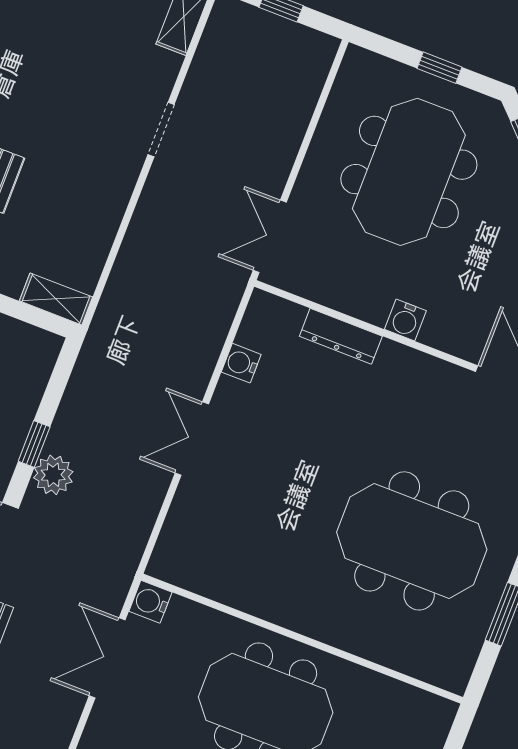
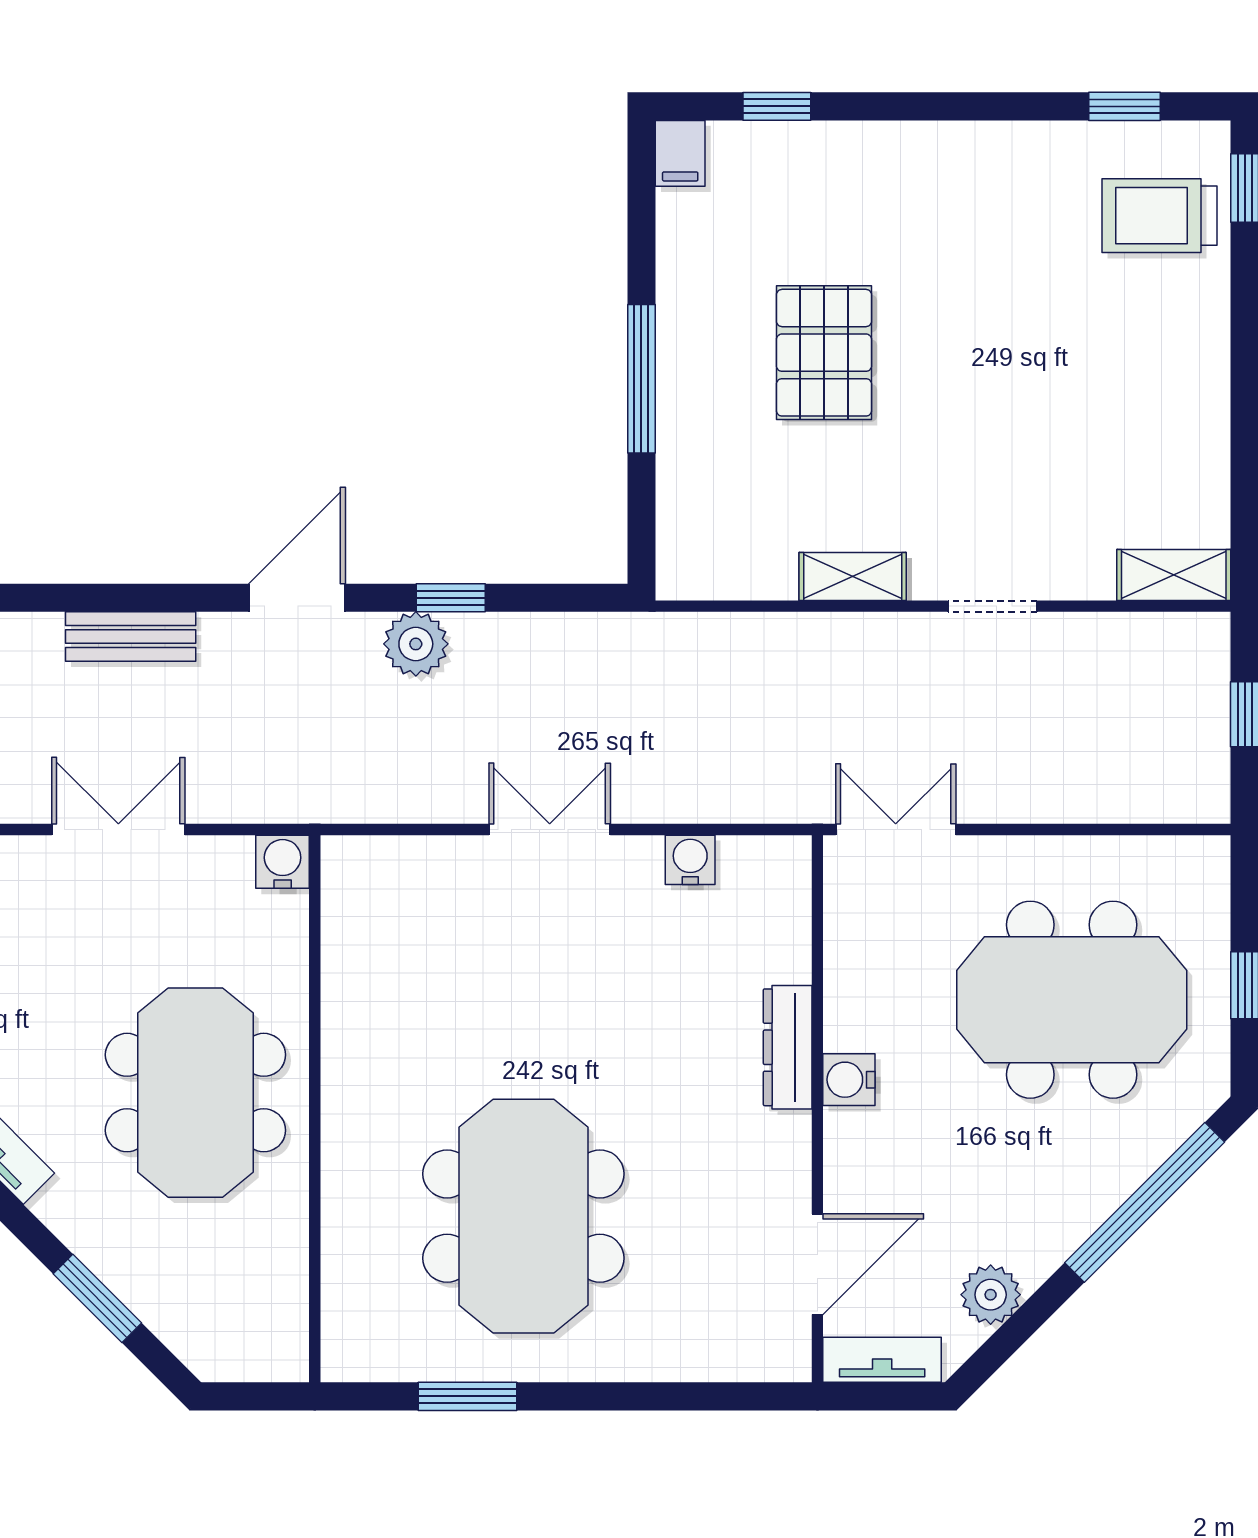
shelving: (56, 299) -> (853, 576), moved, turned 90
dresser: (341, 336) -> (788, 1047), moved
double door: (107, 658) -> (118, 830), moved

